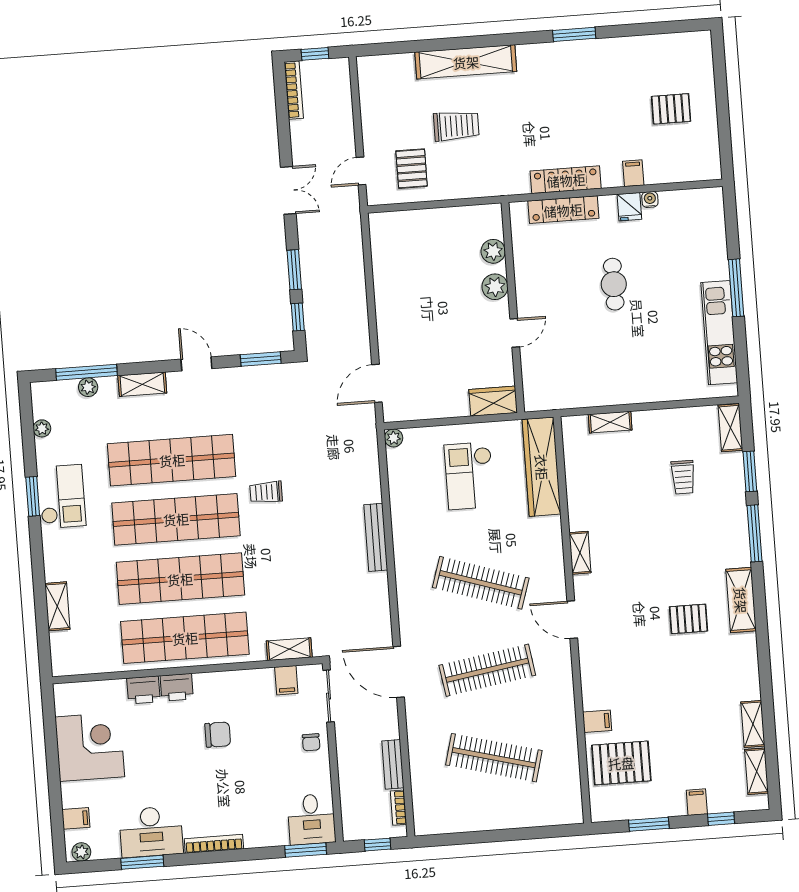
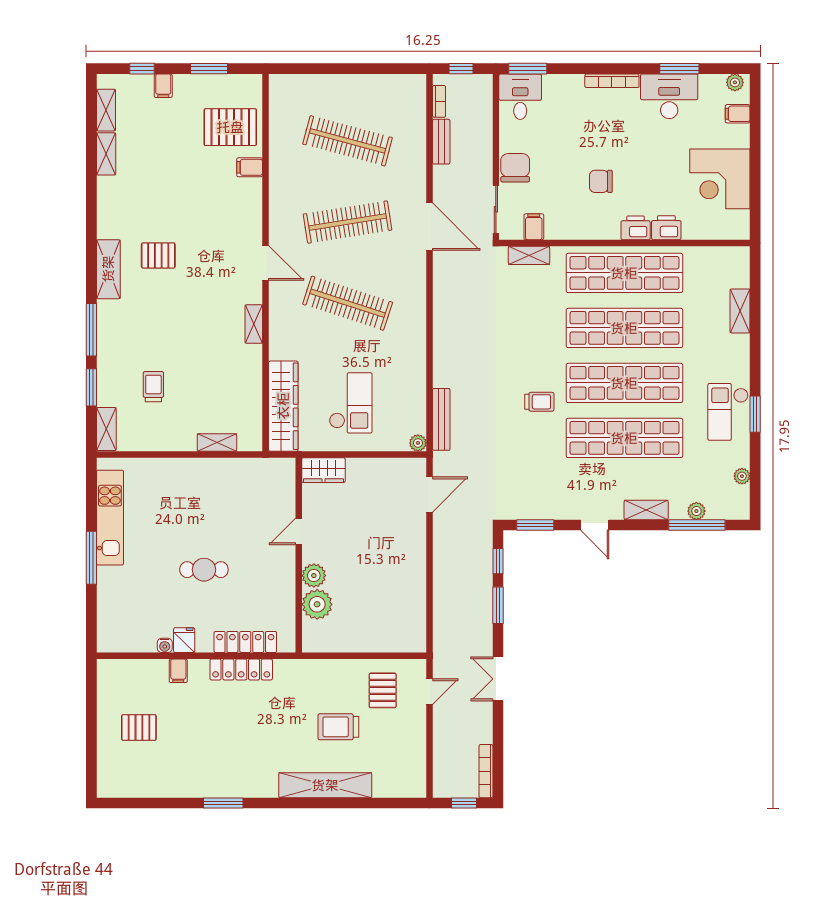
plant: (493, 251) -> (317, 604), width x1.36, depth x1.36
cafe table: (614, 284) -> (204, 570), turned 90
bench: (376, 537) -> (441, 419), moved
chair: (311, 742) -> (515, 168), width x1.87, depth x1.87

